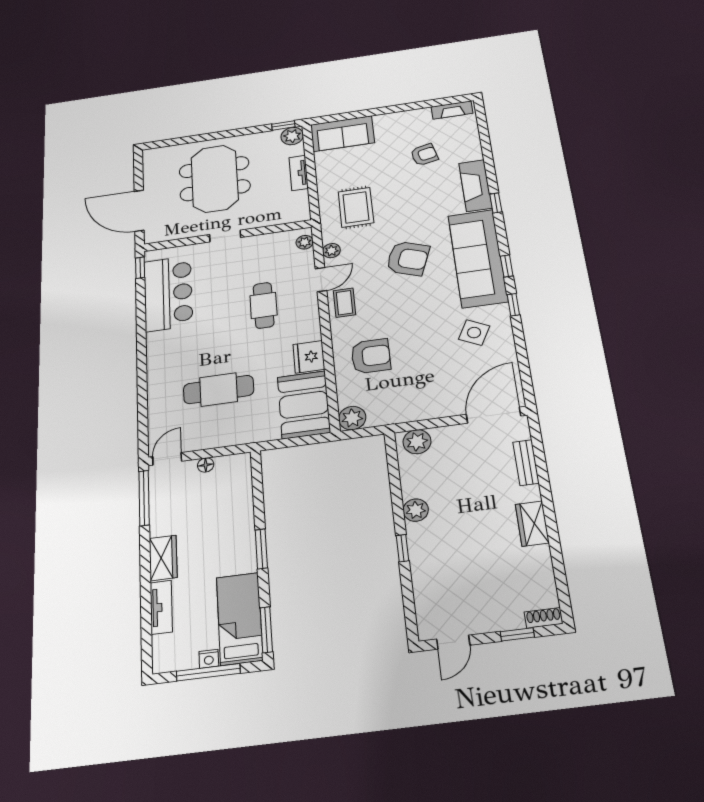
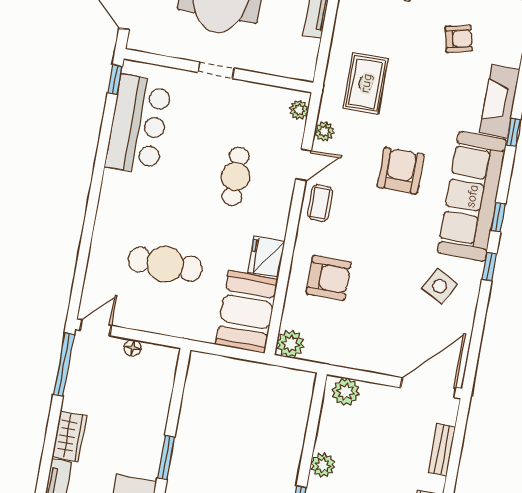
armchair: (408, 258) -> (401, 171), turned -110

